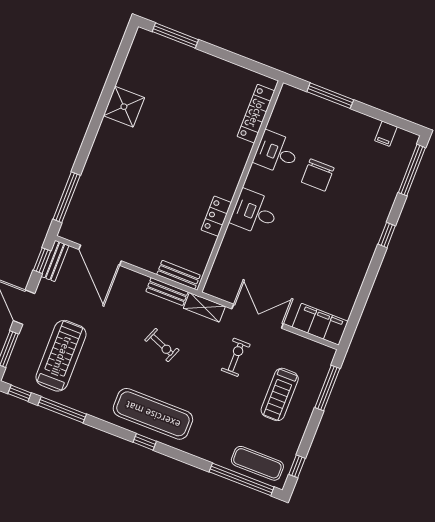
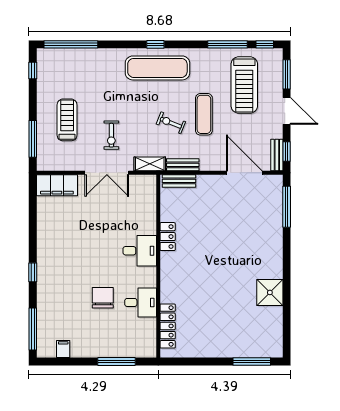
exercise mat: (257, 463) -> (204, 114), moved, turned 90

